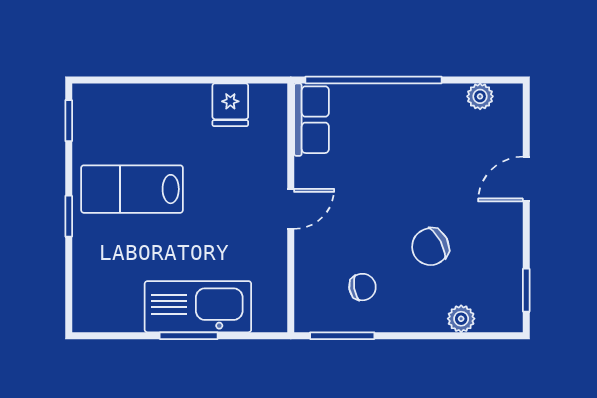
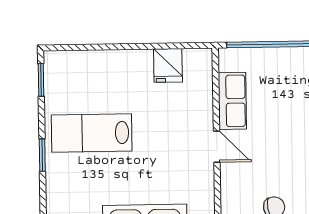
row of seats: (311, 120) -> (232, 101), moved
door: (291, 209) -> (217, 147), hinge flipped

